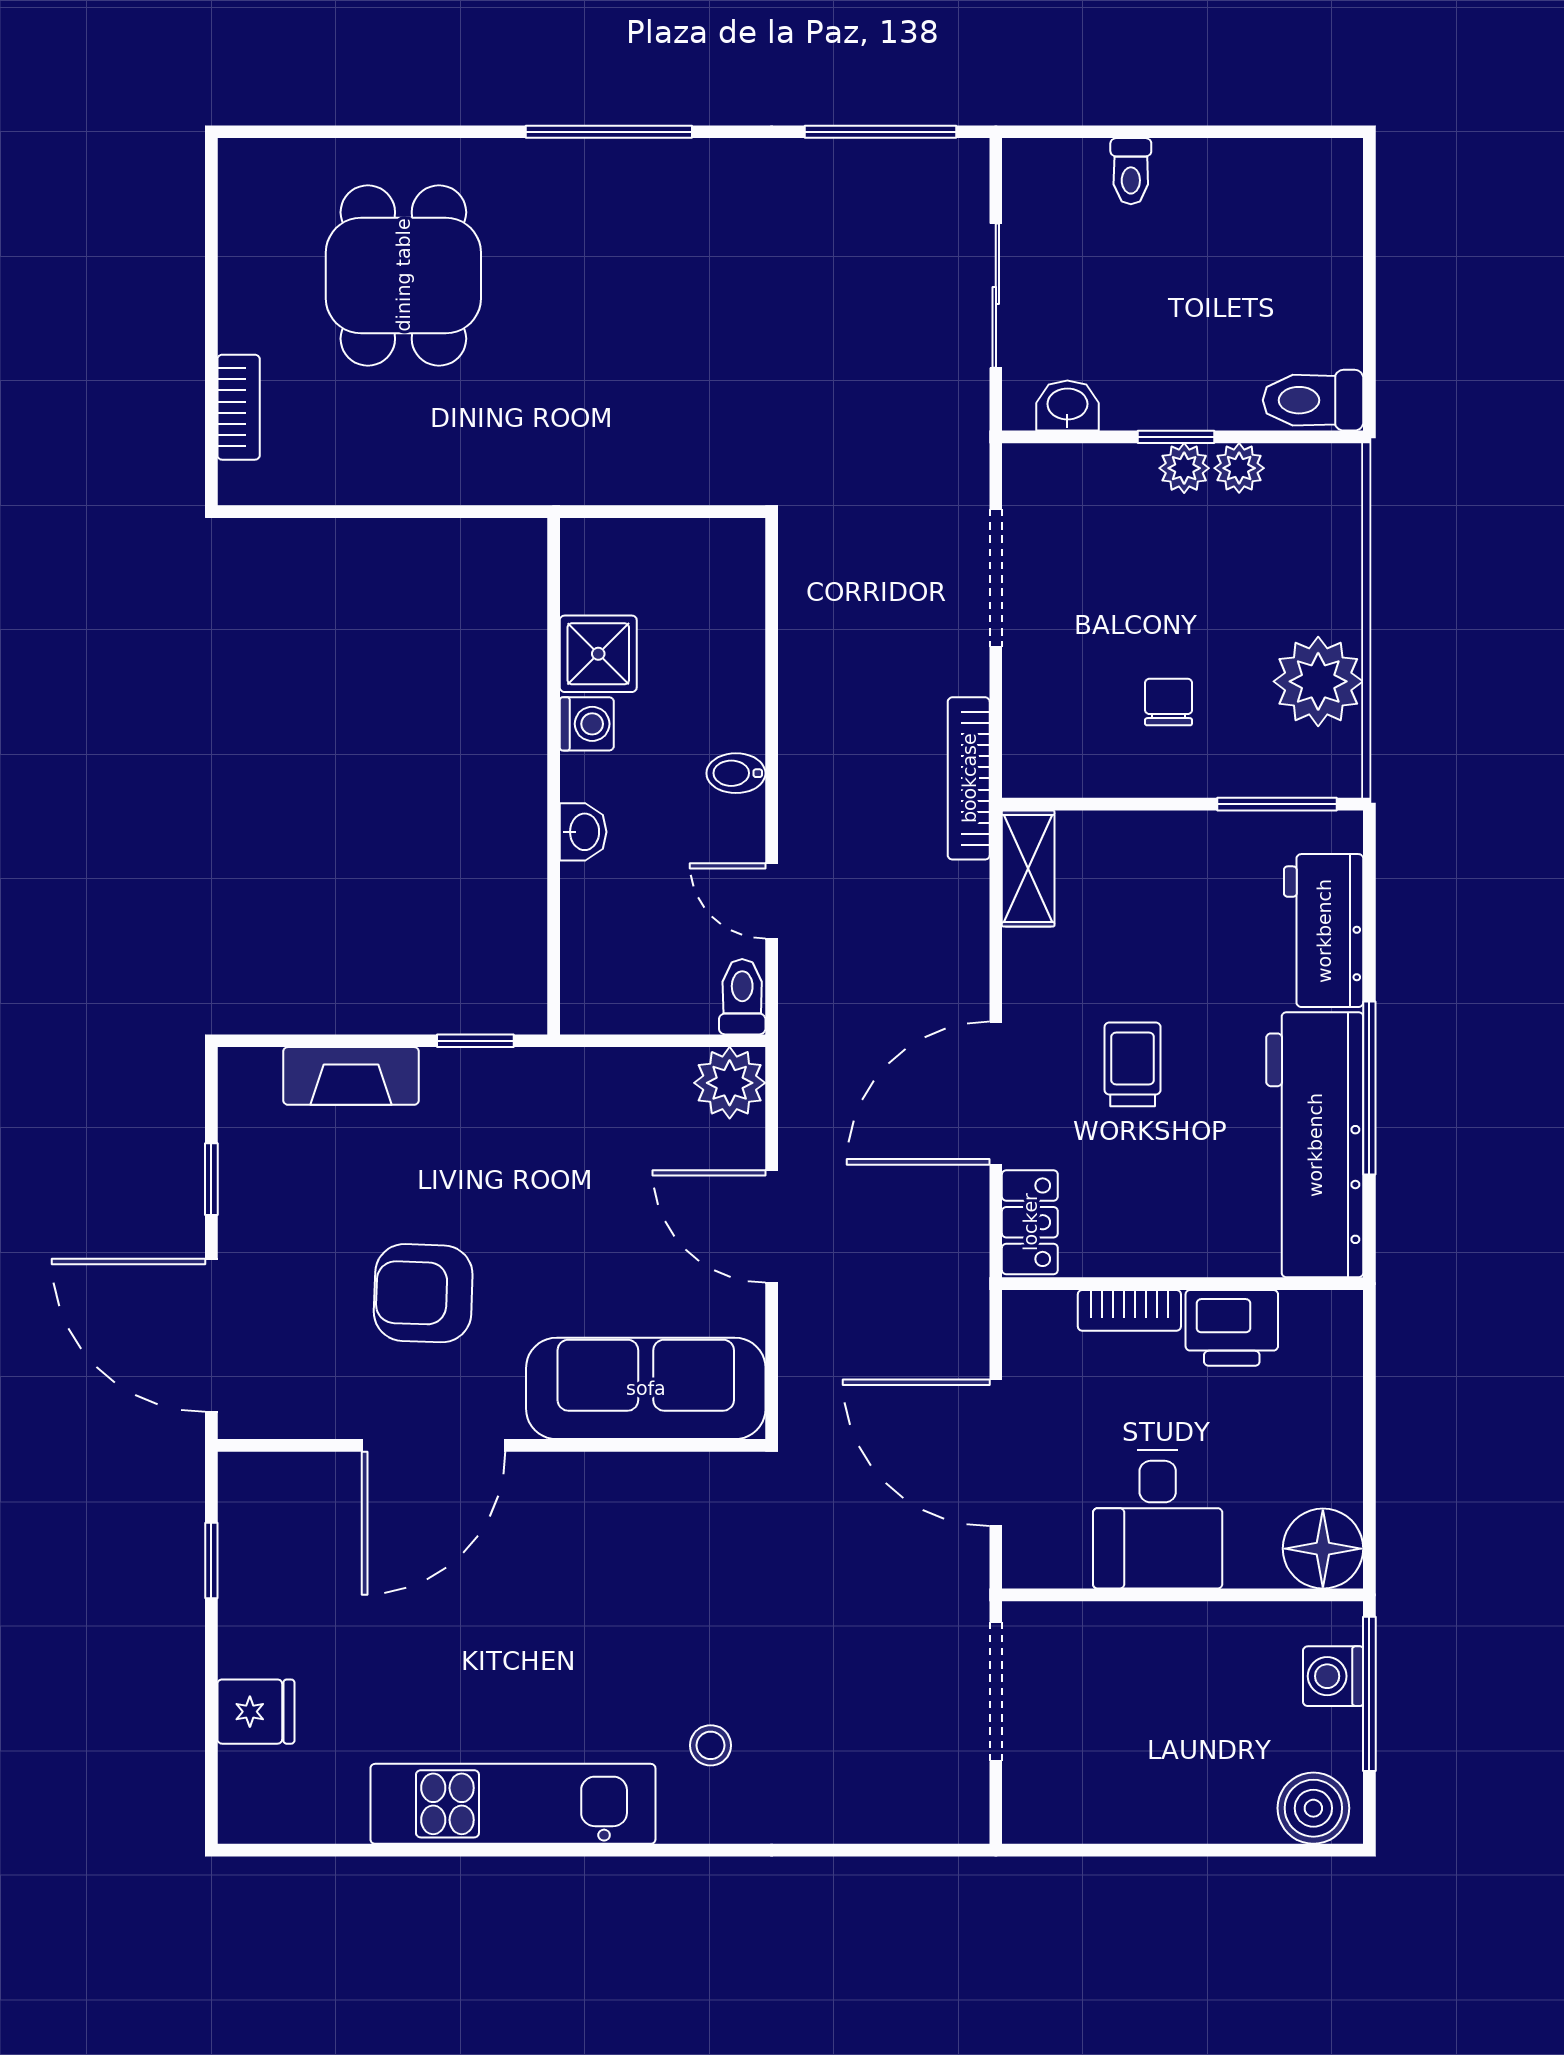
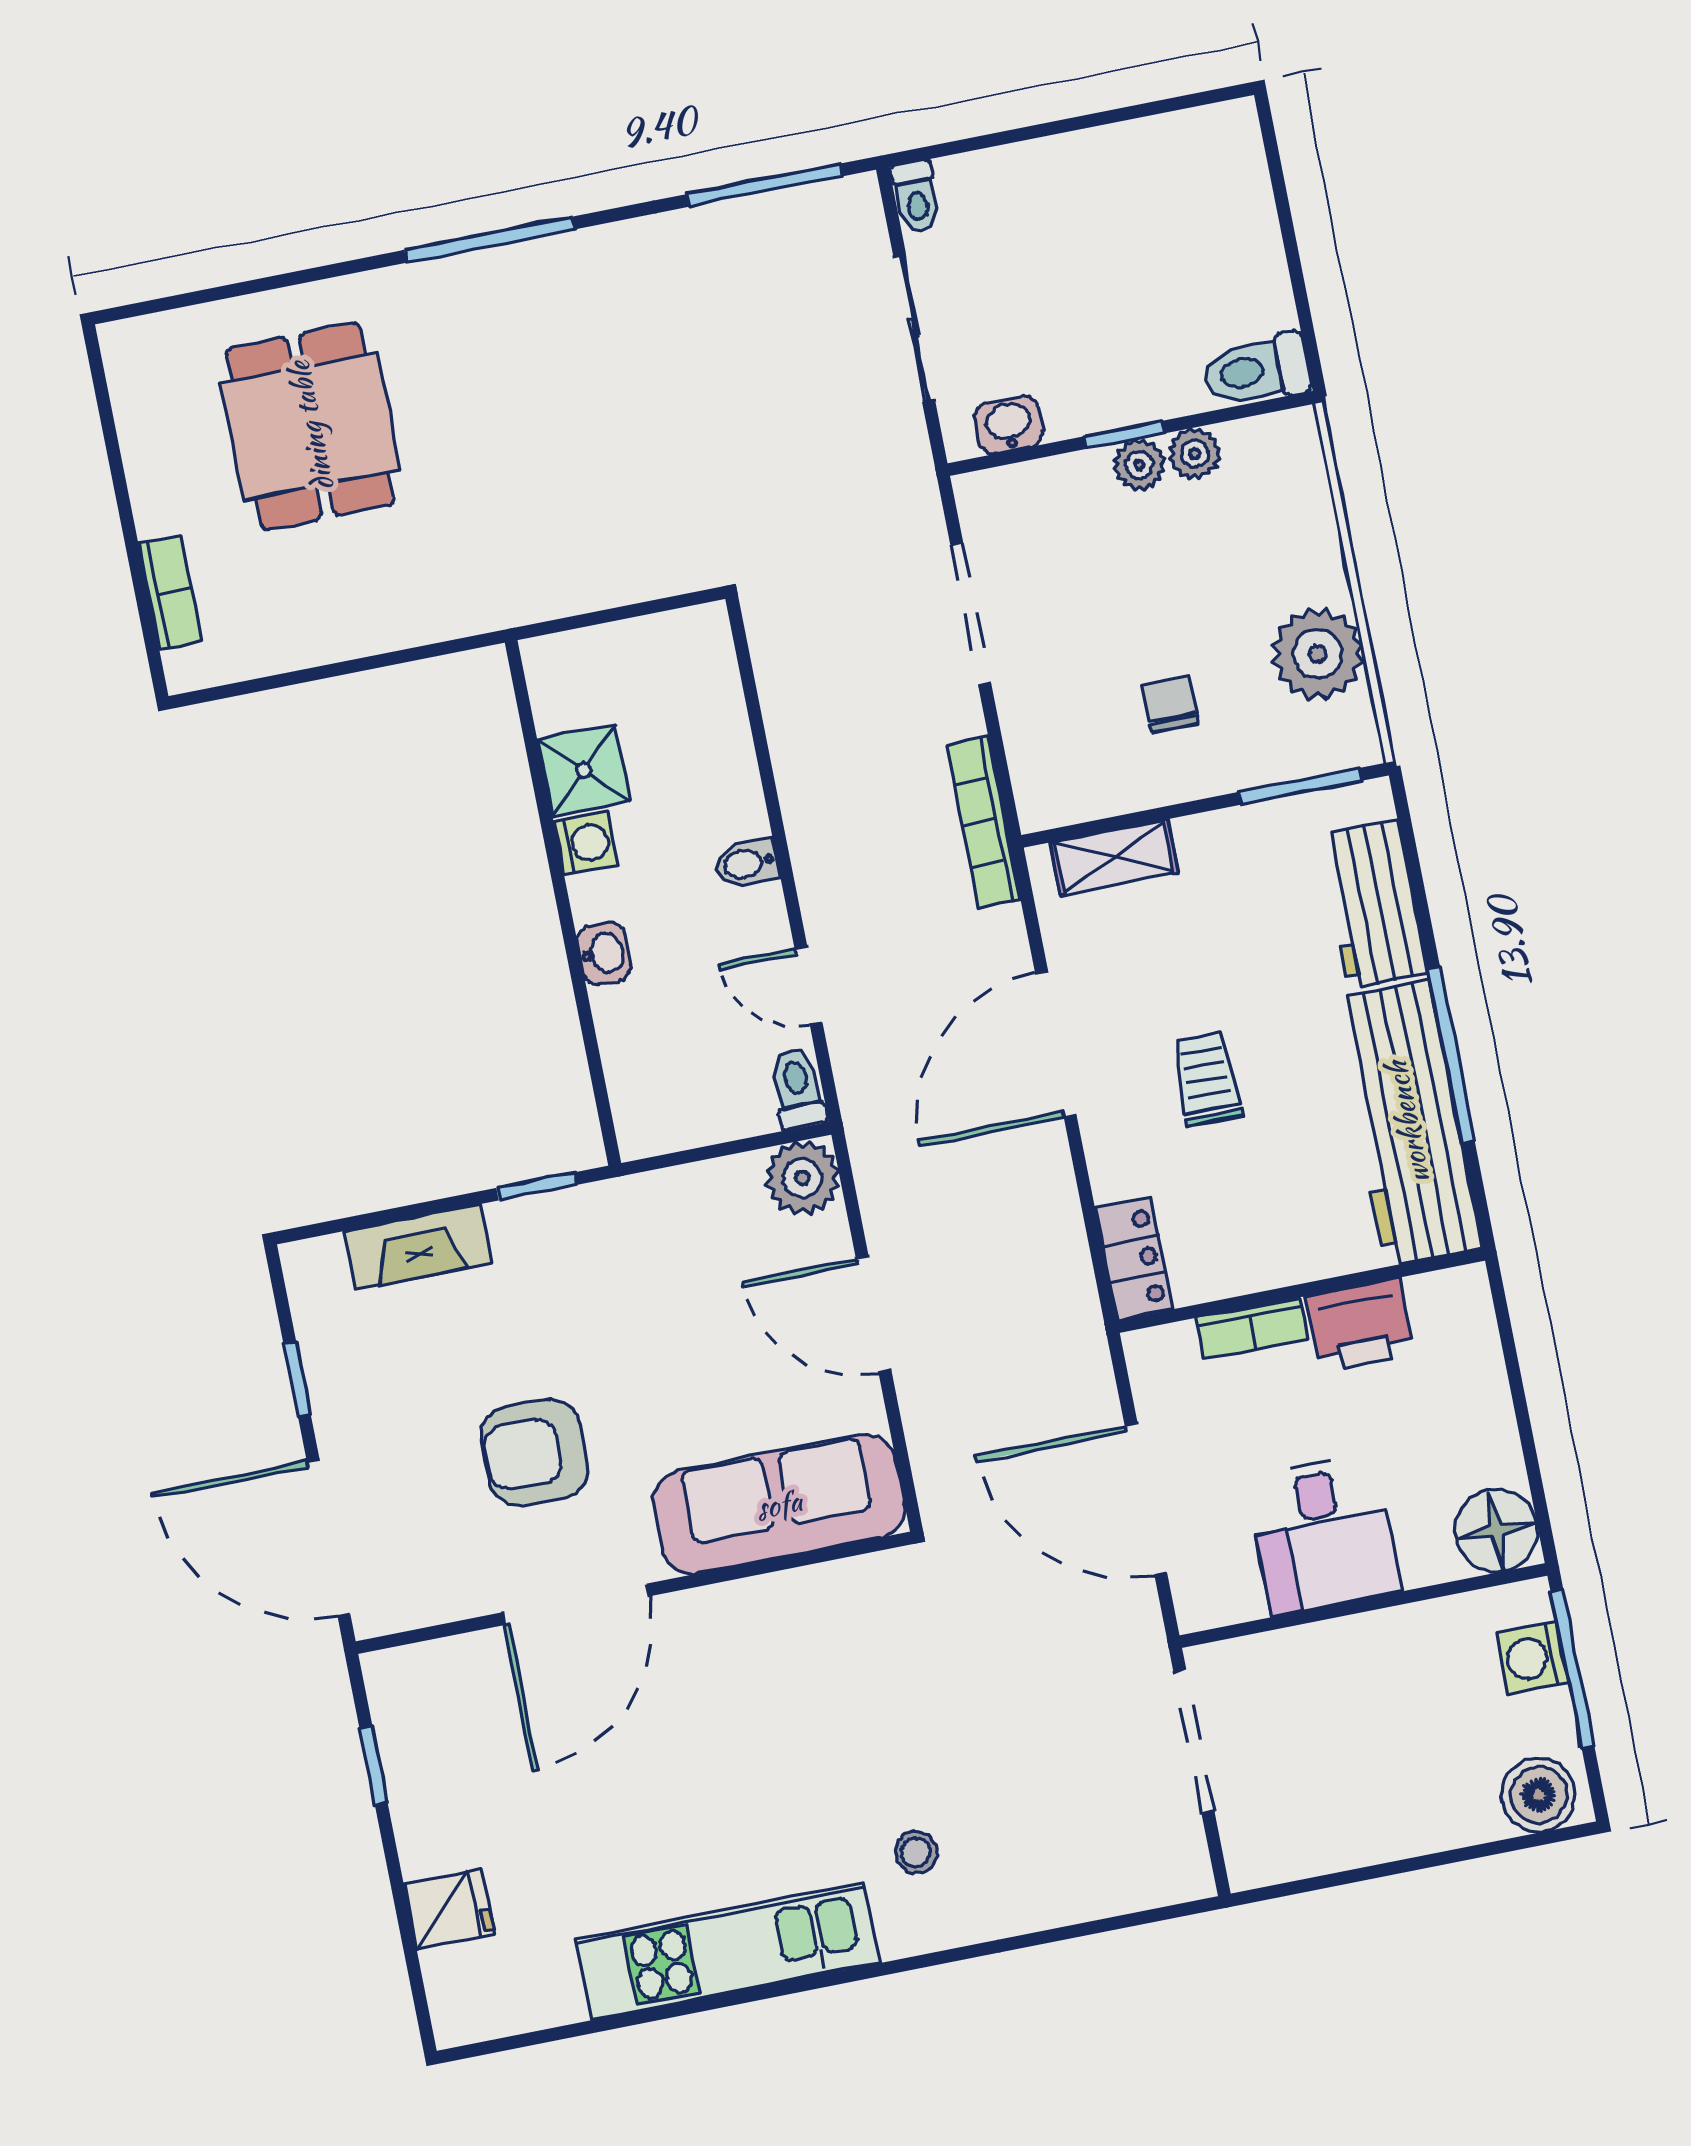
toilet: (1131, 171) -> (916, 197), moved
shelving: (1028, 869) -> (1114, 857), moved, turned 90
door: (996, 1093) -> (1056, 1044), moved

